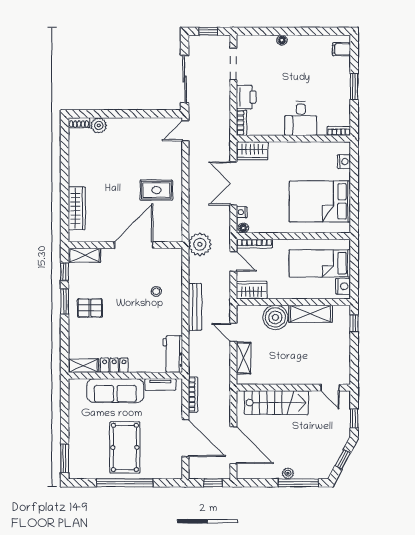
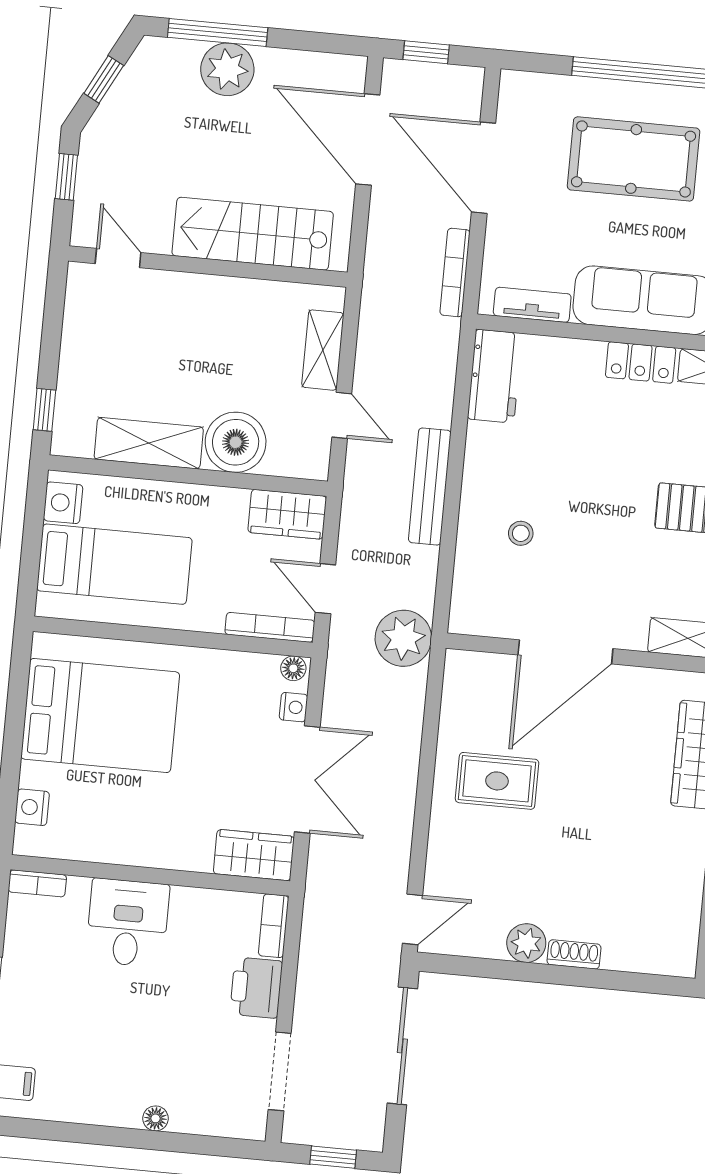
shoe rack: (79, 123) -> (574, 954), moved
plant: (99, 125) -> (526, 943), moved
pool table: (125, 447) -> (634, 159), turned 90
plant: (288, 473) -> (227, 69), width x1.88, depth x1.88

